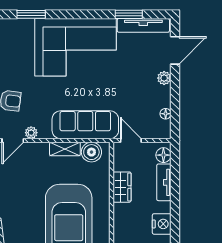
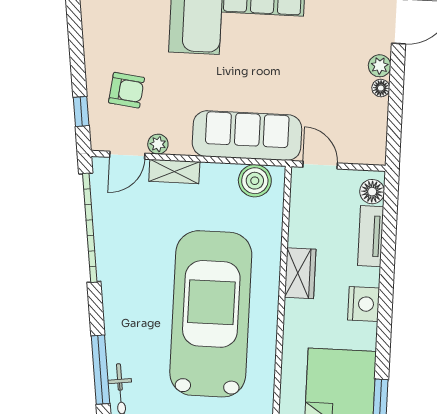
floor lamp: (166, 114) -> (381, 88), moved
shelving: (65, 149) -> (174, 171), moved
wardrobe: (122, 187) -> (300, 273), moved

